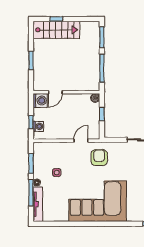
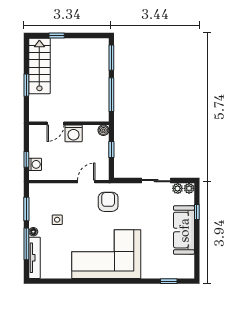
stairs: (56, 30) -> (39, 66), moved, turned -90
washing machine: (40, 101) -> (74, 133), moved, turned 90

